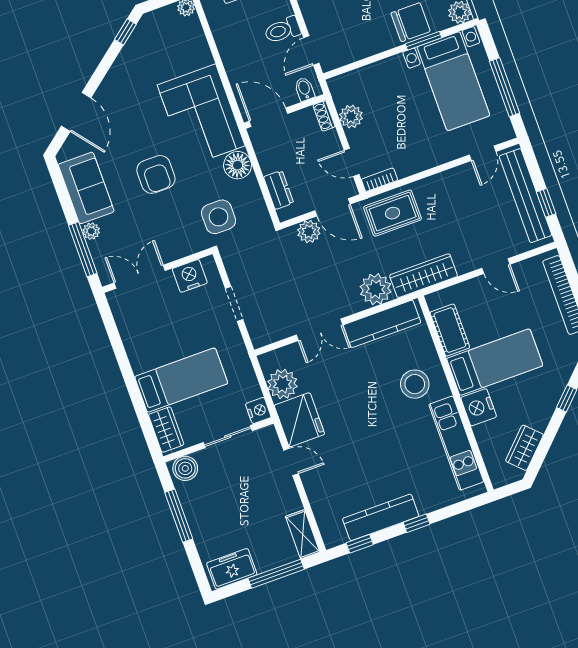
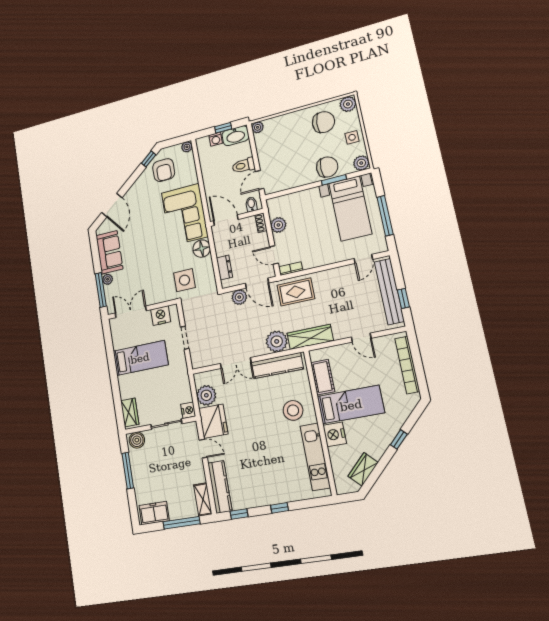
armchair: (156, 174) -> (164, 170), moved
bed: (181, 380) -> (140, 358), moved
kitchen counter: (381, 517) -> (220, 487), moved, turned 90

